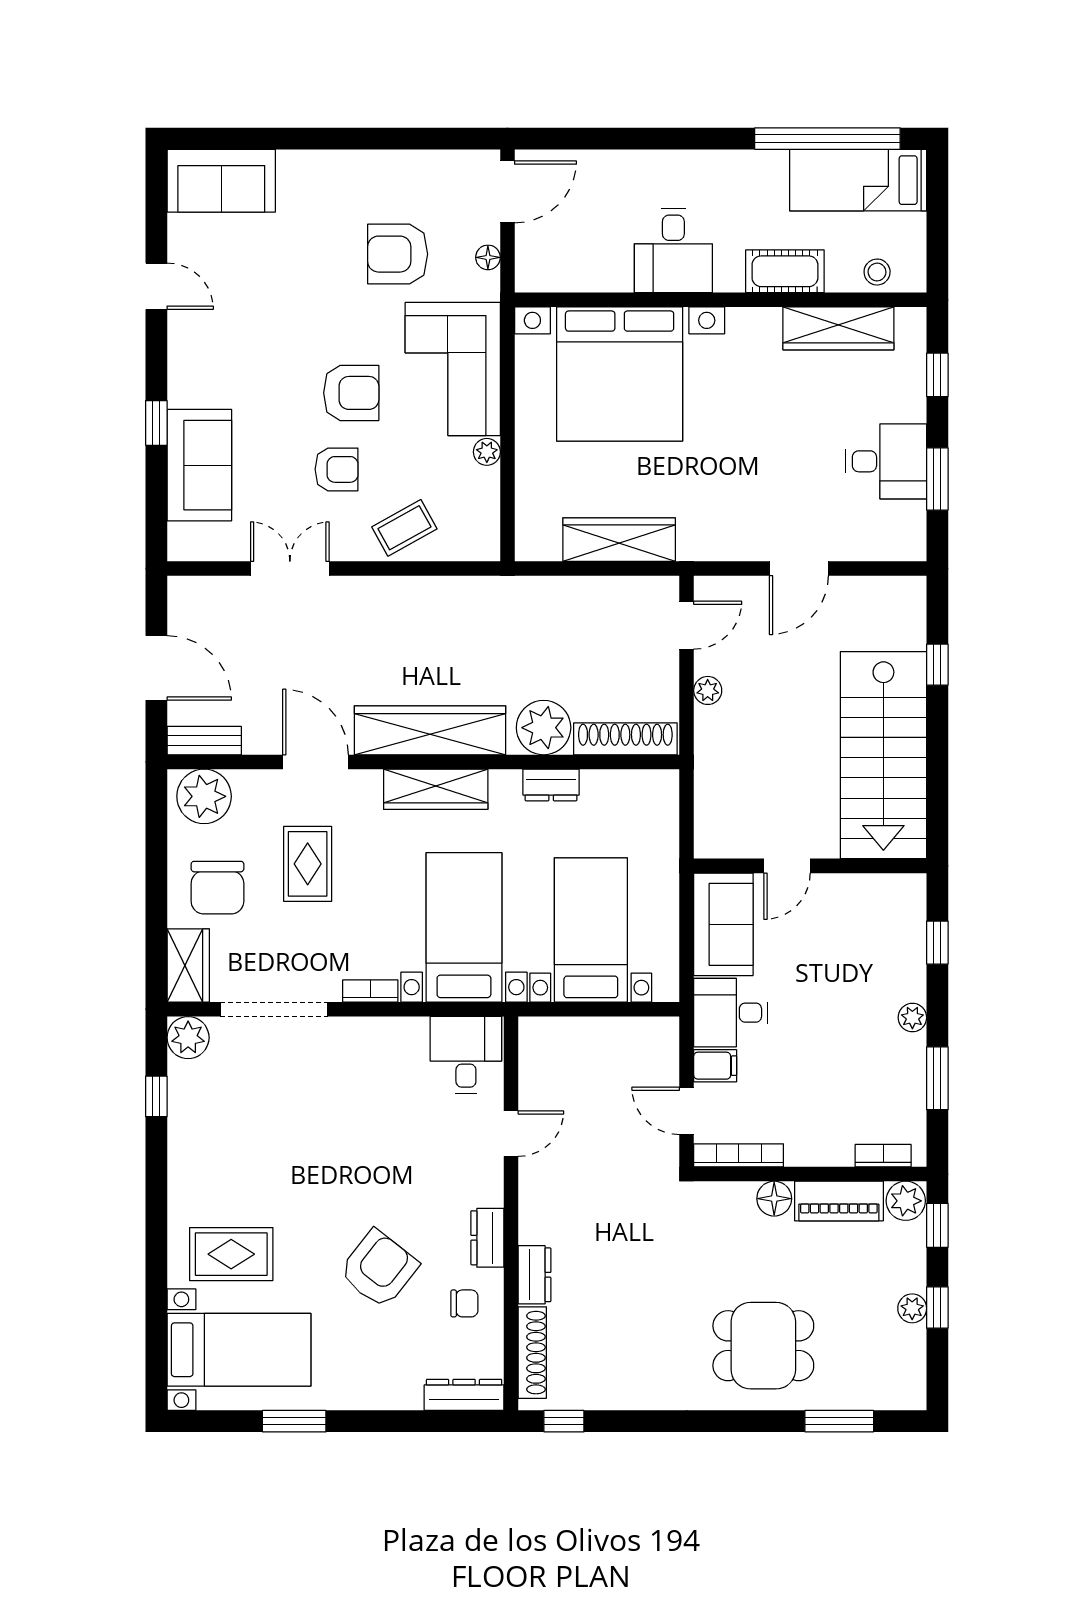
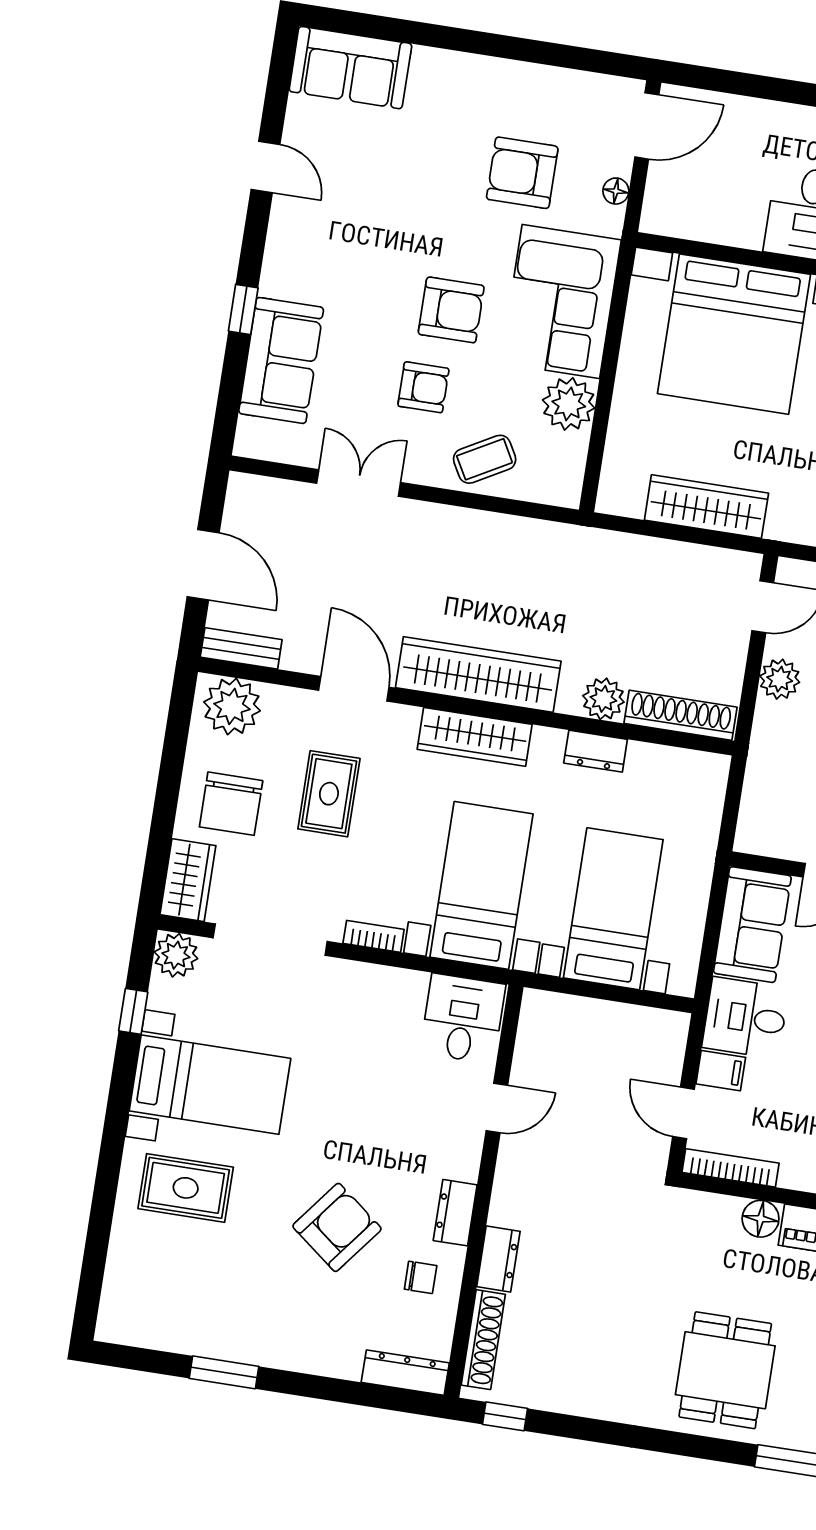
plant: (487, 452) -> (569, 404), width x1.88, depth x1.88
plant: (708, 690) -> (780, 679), width x1.38, depth x1.38
plant: (544, 728) -> (603, 699), width x0.73, depth x0.73
dining table: (763, 1346) -> (725, 1370), turned 90
bed with nightstands: (239, 1350) -> (210, 1085), moved

